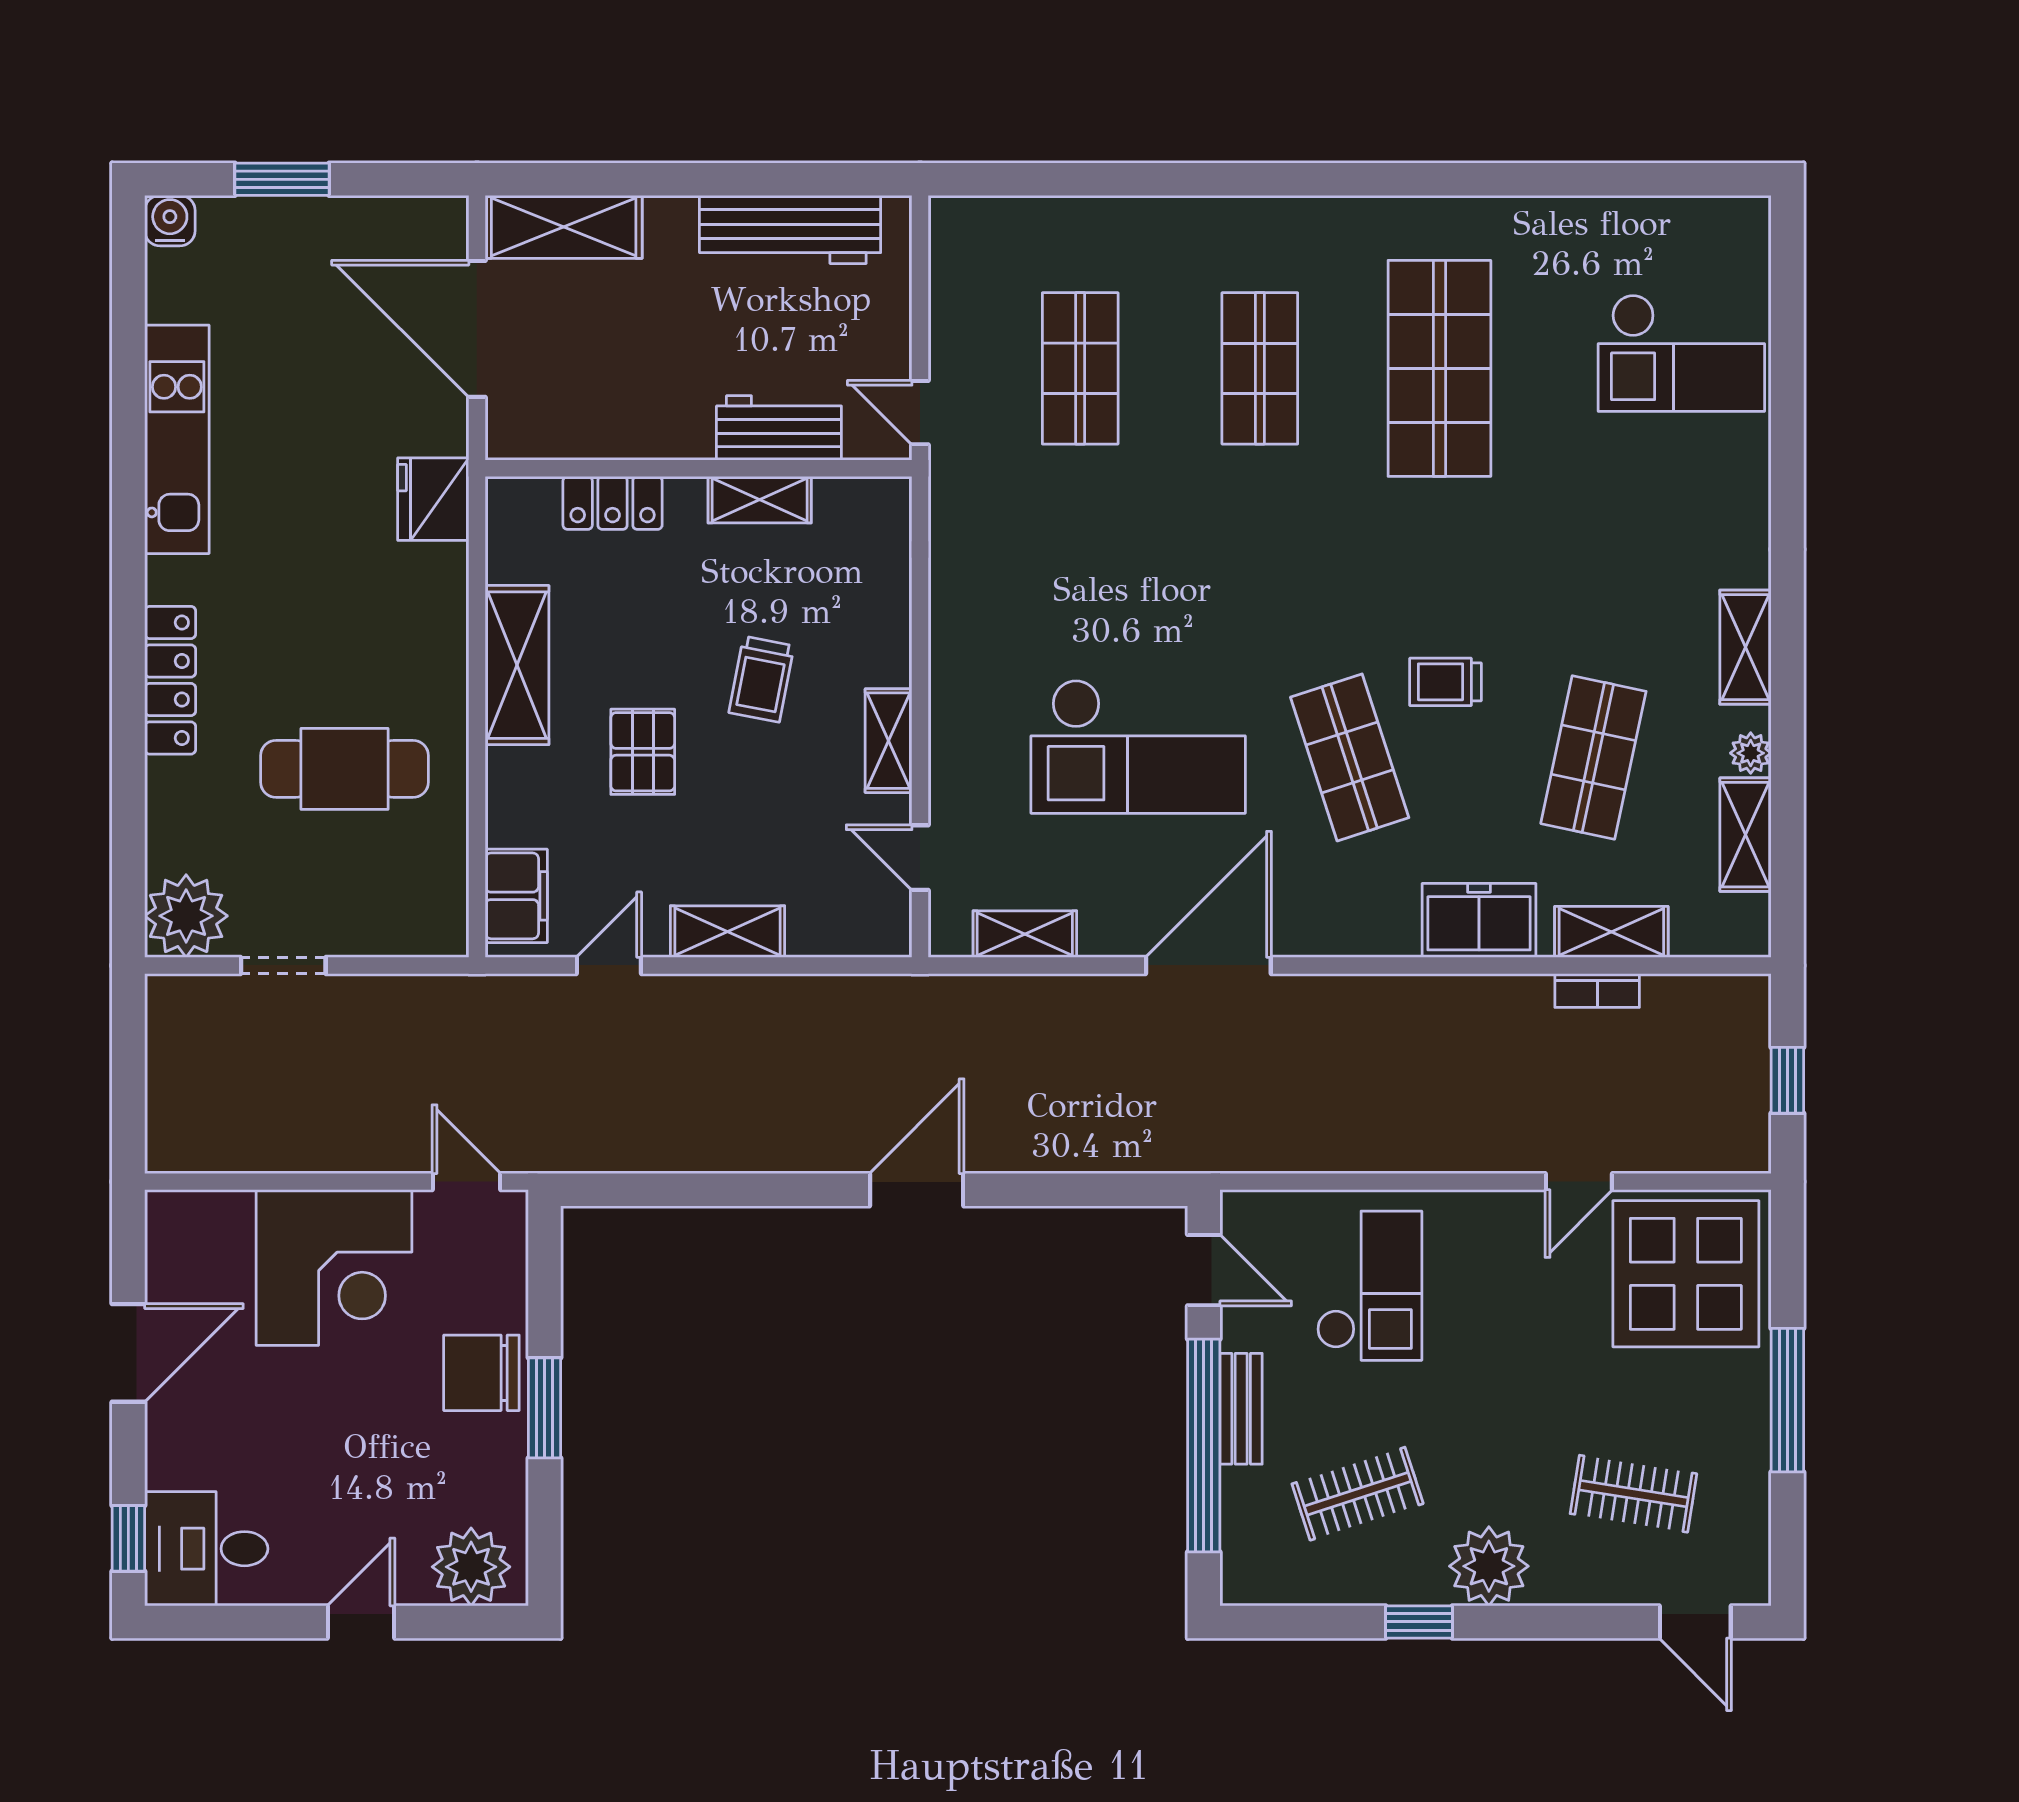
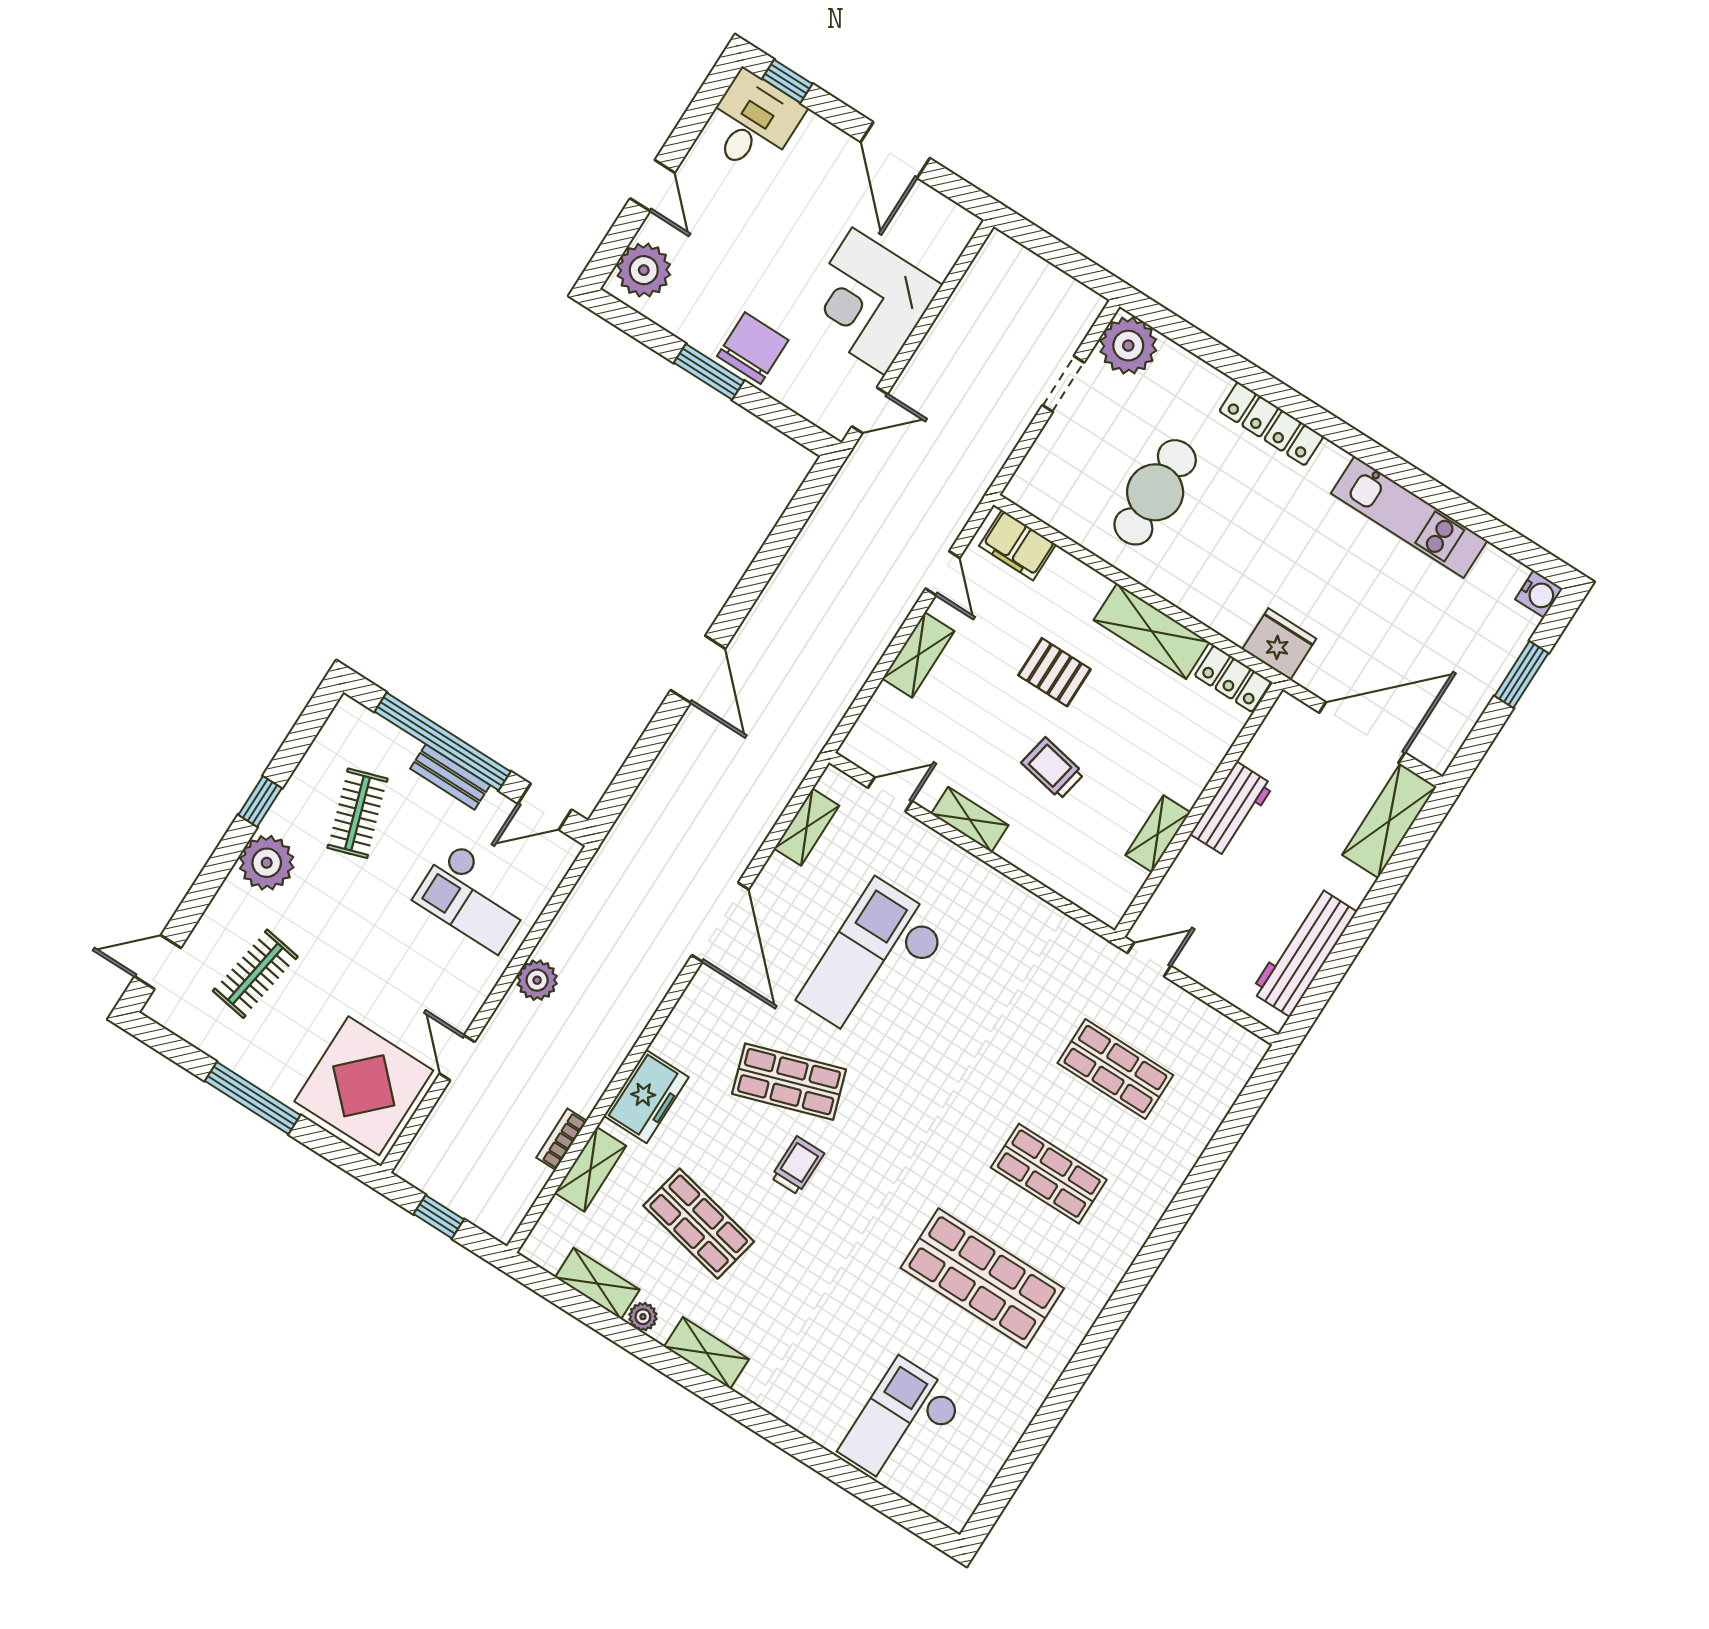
workbench: (779, 428) -> (1232, 810), moved
locker: (613, 503) -> (1233, 679), moved, turned -90
plant: (1422, 1144) -> (537, 980), added

